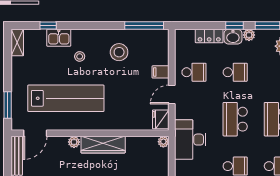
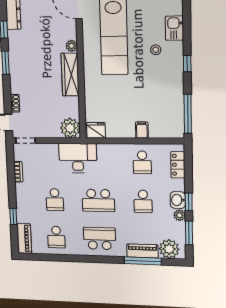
window: (48, 25) -> (187, 64), moved
locker: (209, 36) -> (178, 165), moved
stool: (119, 52) -> (161, 89), removed
door: (172, 95) -> (120, 141), removed
school desk: (235, 119) -> (98, 200), turned 180
plant: (163, 142) -> (70, 128), width x1.88, depth x1.88

